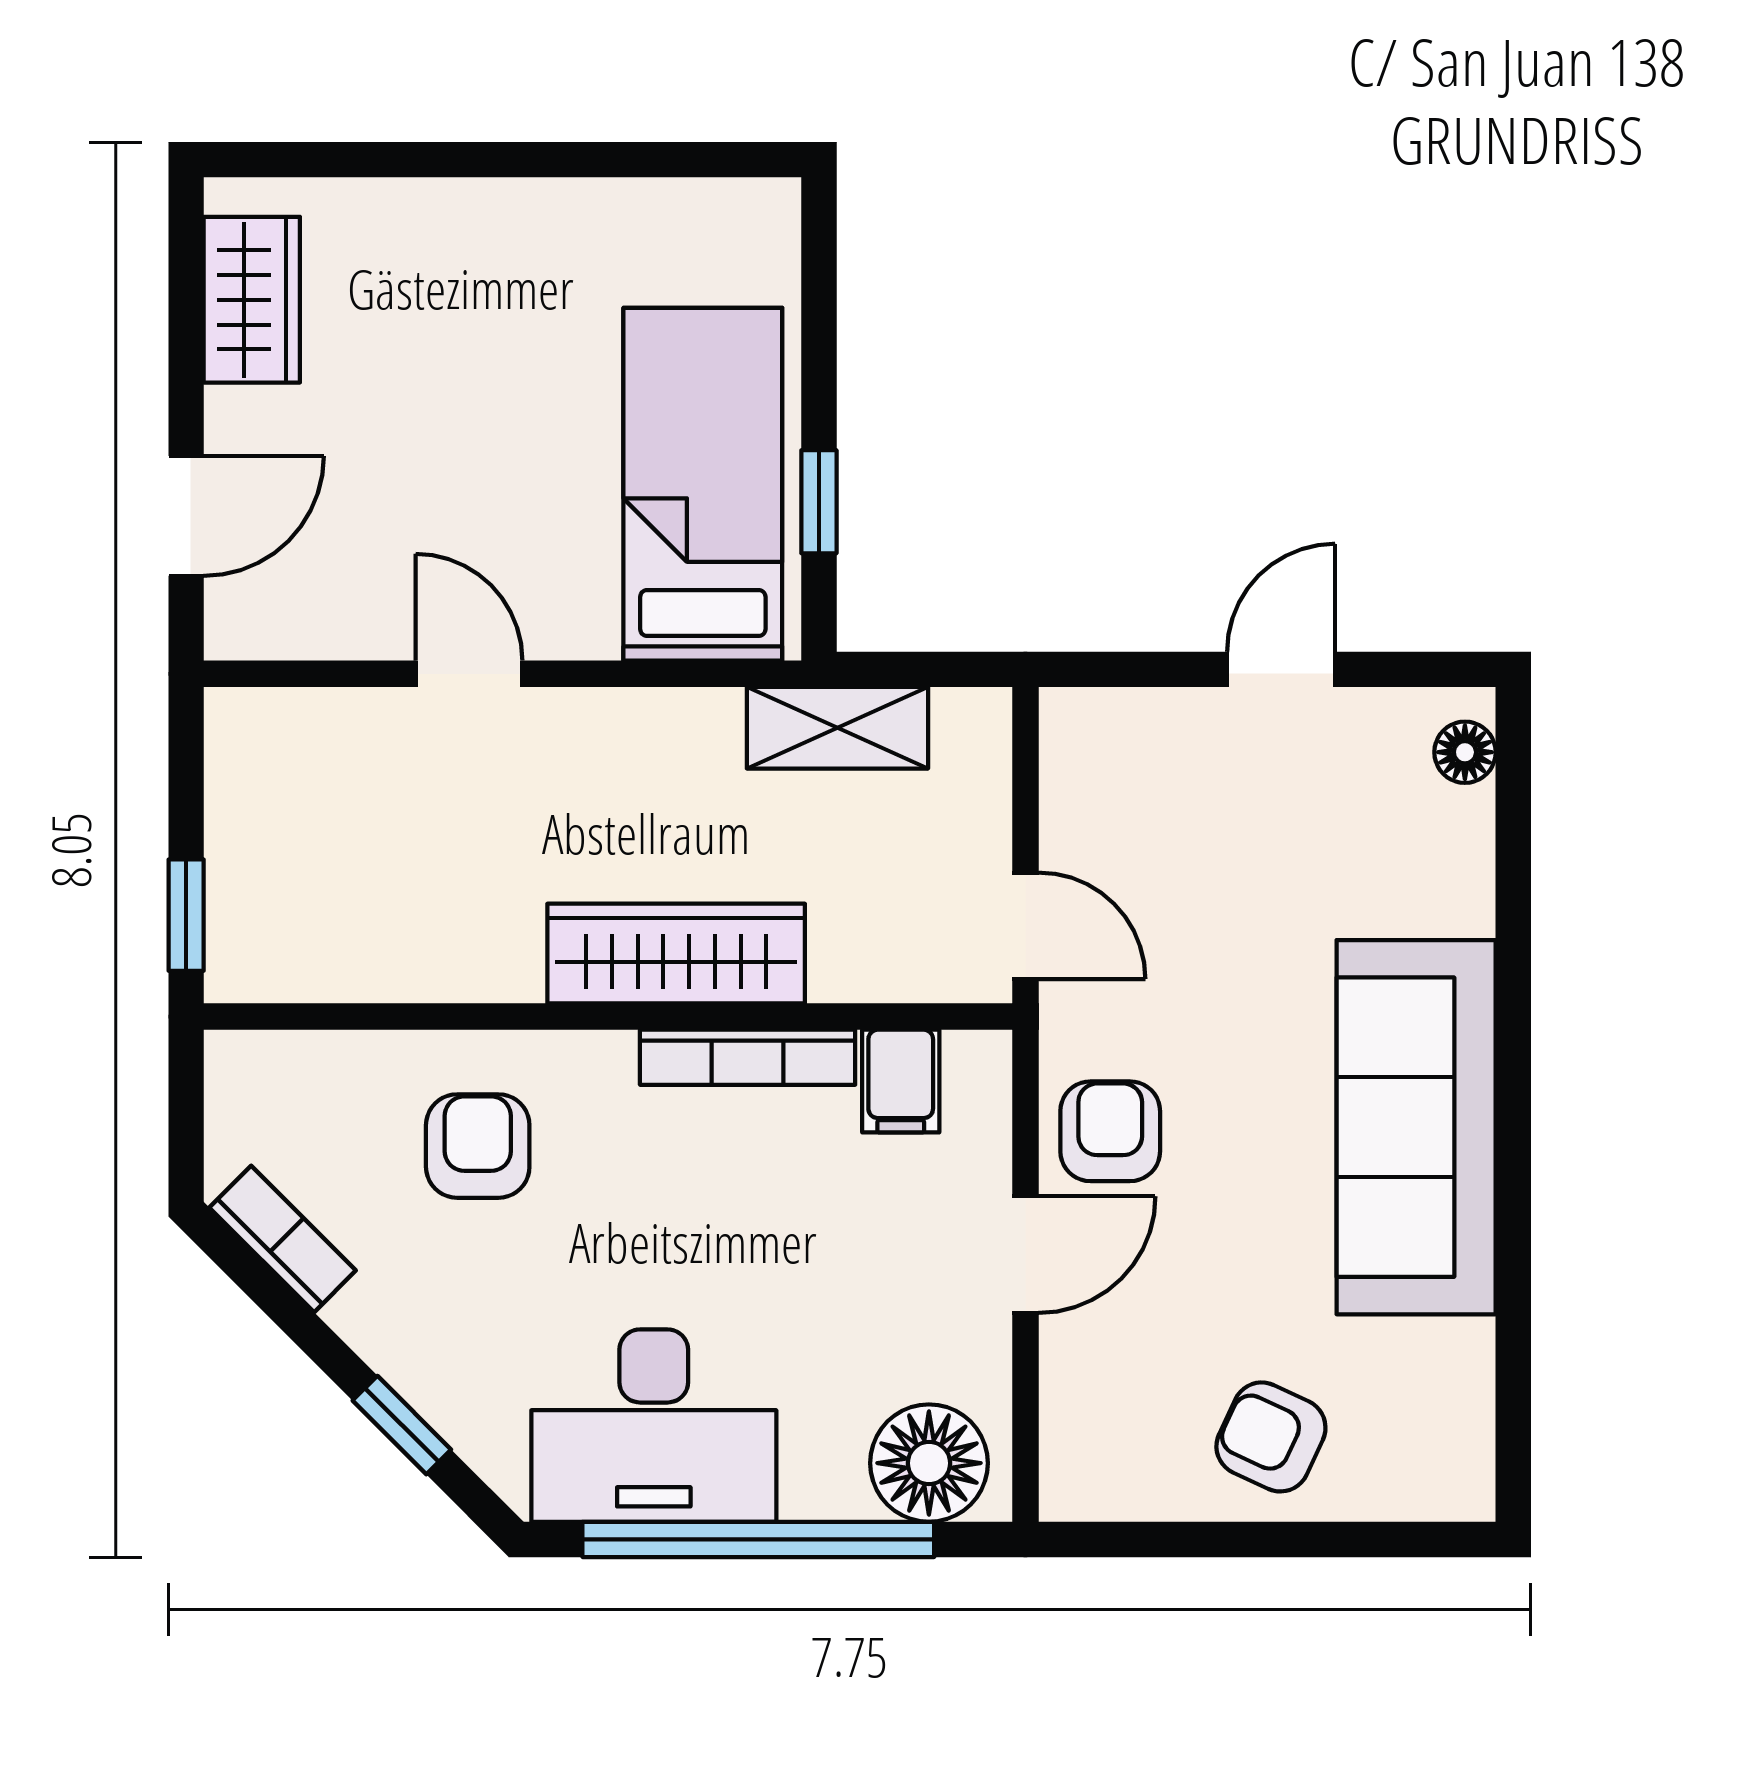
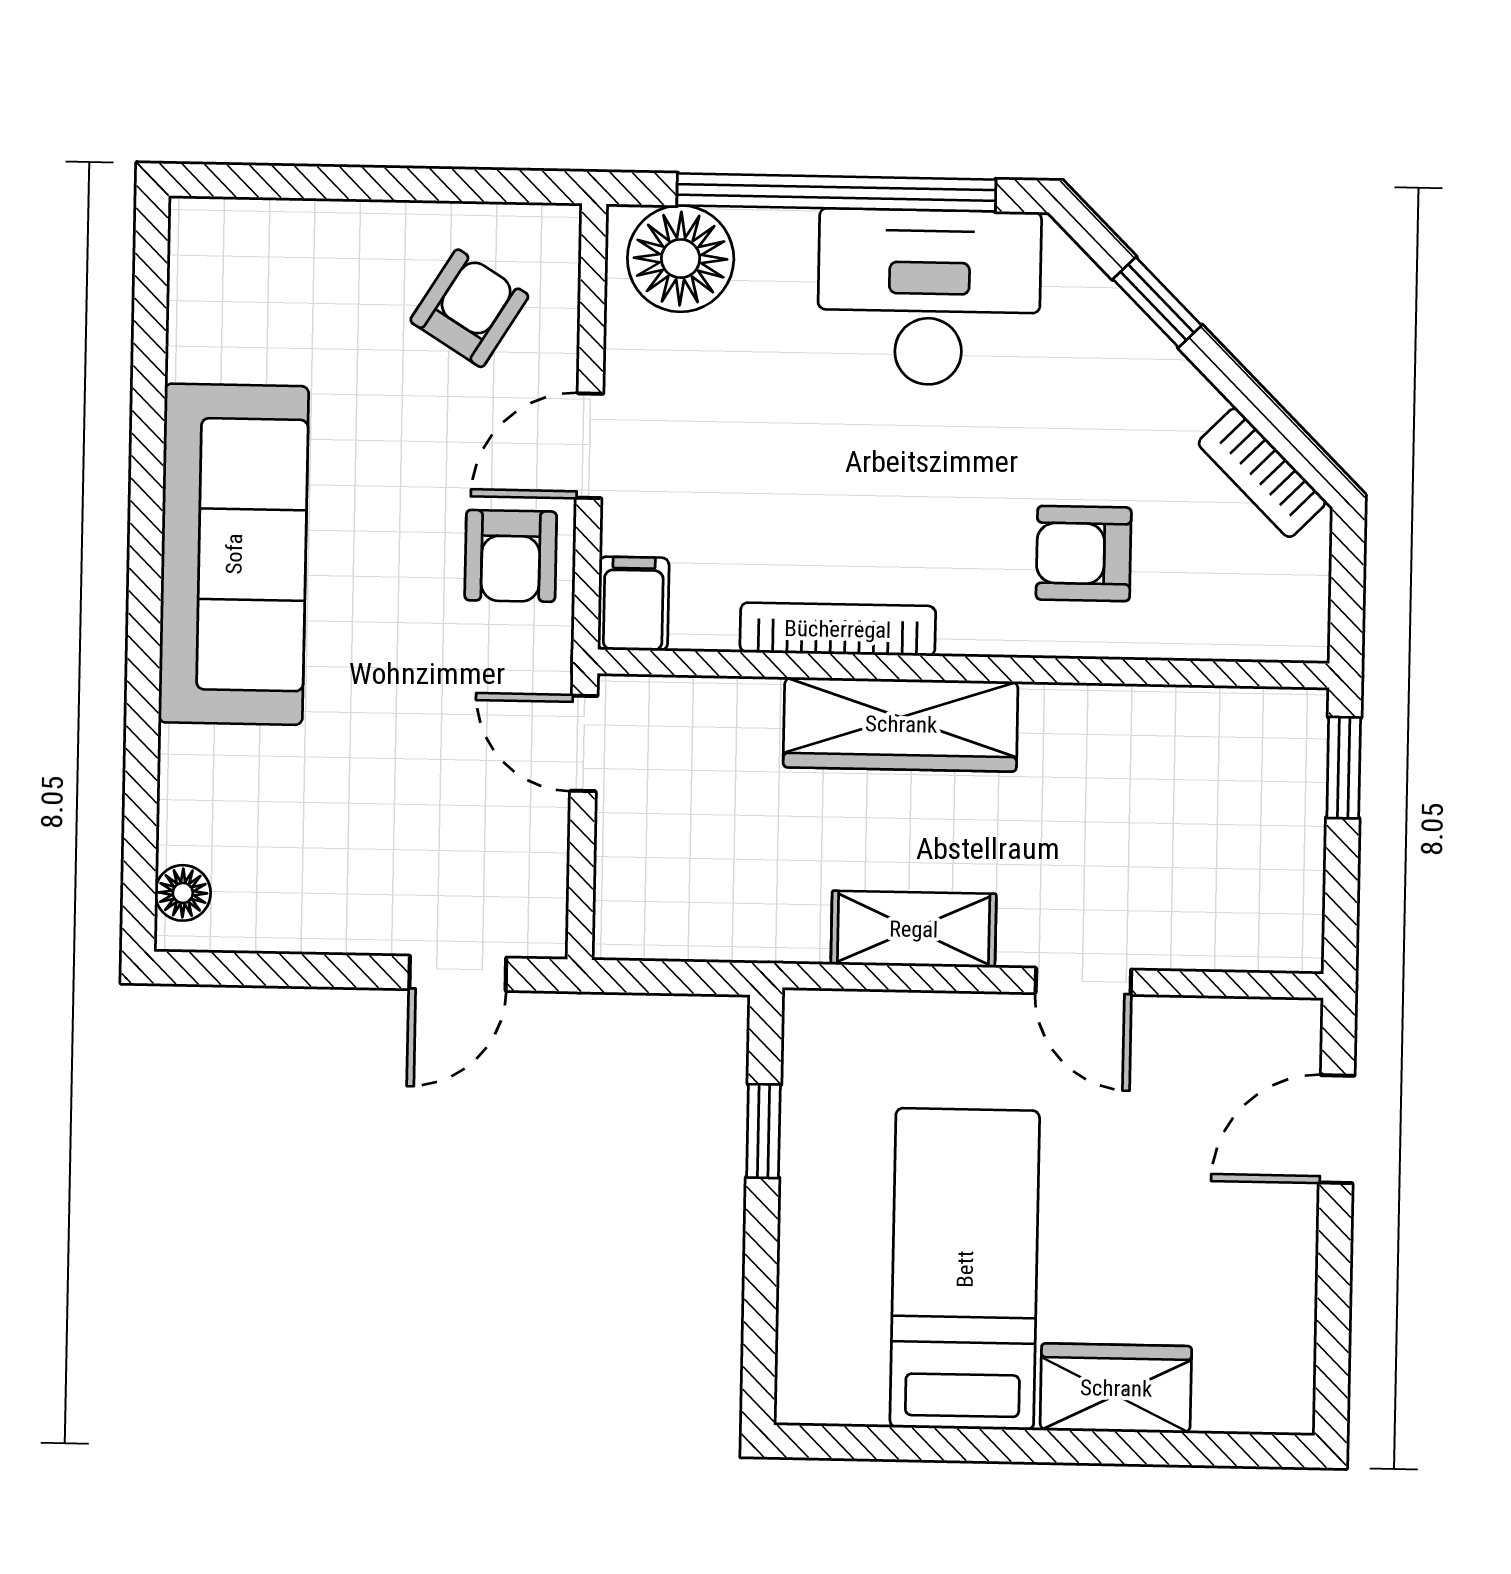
wardrobe: (252, 300) -> (1116, 1388), moved, turned 90
bed: (703, 484) -> (965, 1269), moved, turned 180
door: (1281, 669) -> (458, 973), moved
shelving: (837, 728) -> (914, 929), moved
filing cabinet: (901, 1081) -> (633, 604), moved
armchair: (478, 1146) -> (1084, 554), turned 90
armchair: (1271, 1437) -> (469, 308), moved, turned -83

